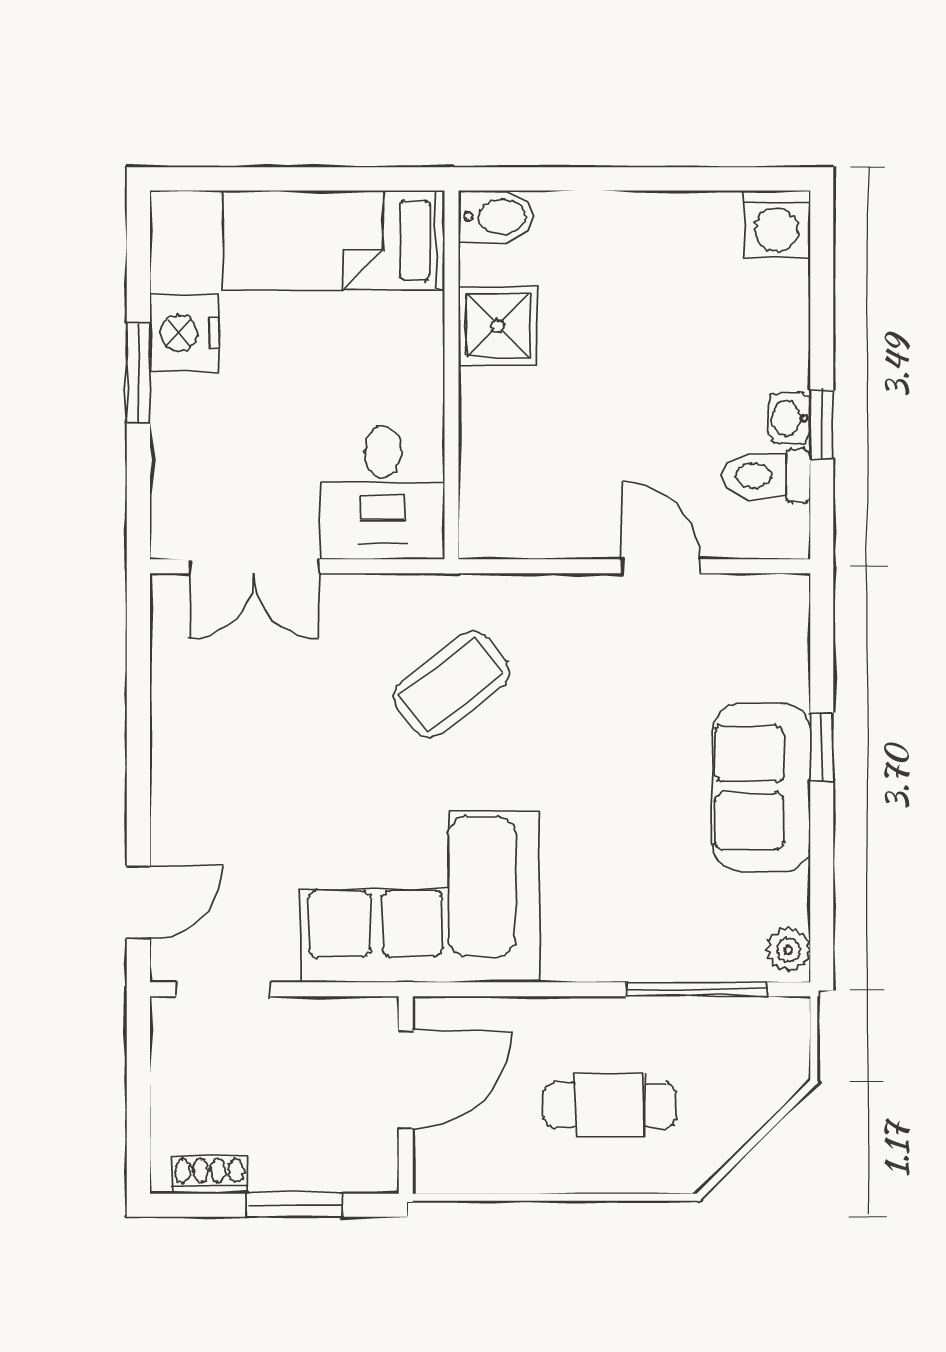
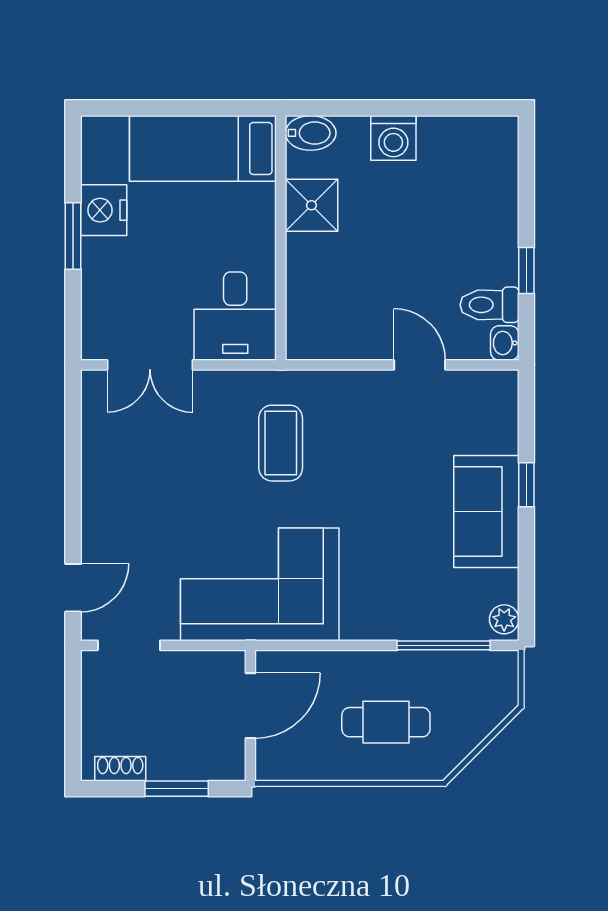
washing machine: (777, 224) -> (393, 138), moved
washbasin: (789, 418) -> (505, 343), moved
coffee table: (451, 684) -> (281, 443), turned -52

